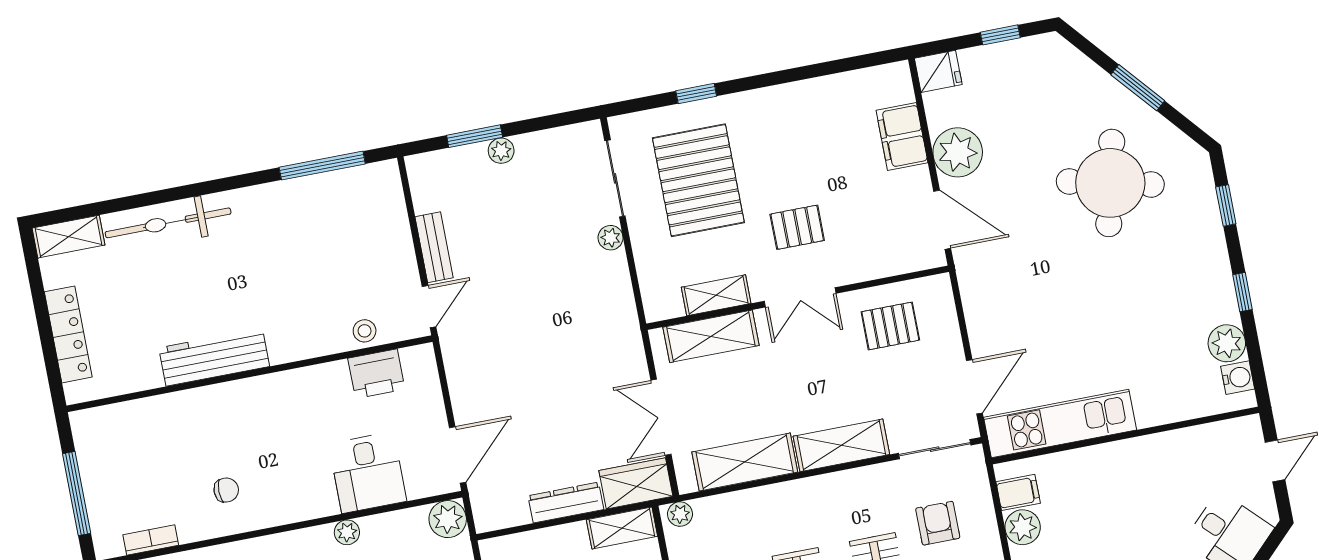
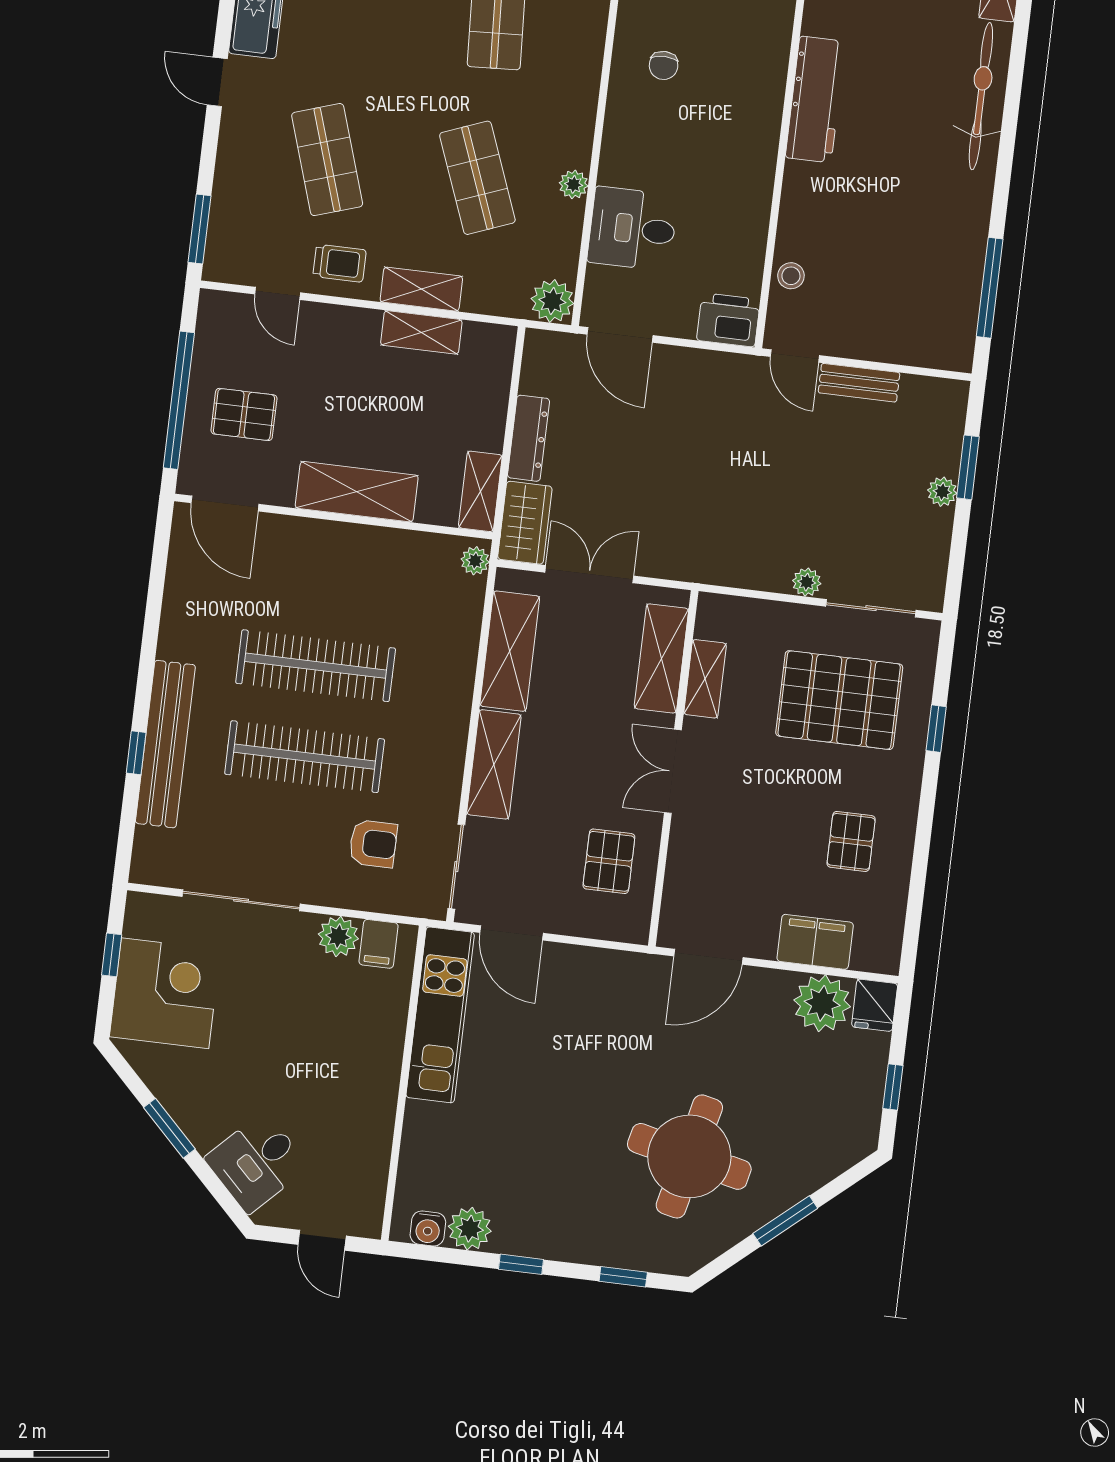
plant: (958, 152) -> (822, 1003), moved
pallet: (797, 227) -> (851, 841), moved
printer: (376, 374) -> (728, 320), moved, turned 90

